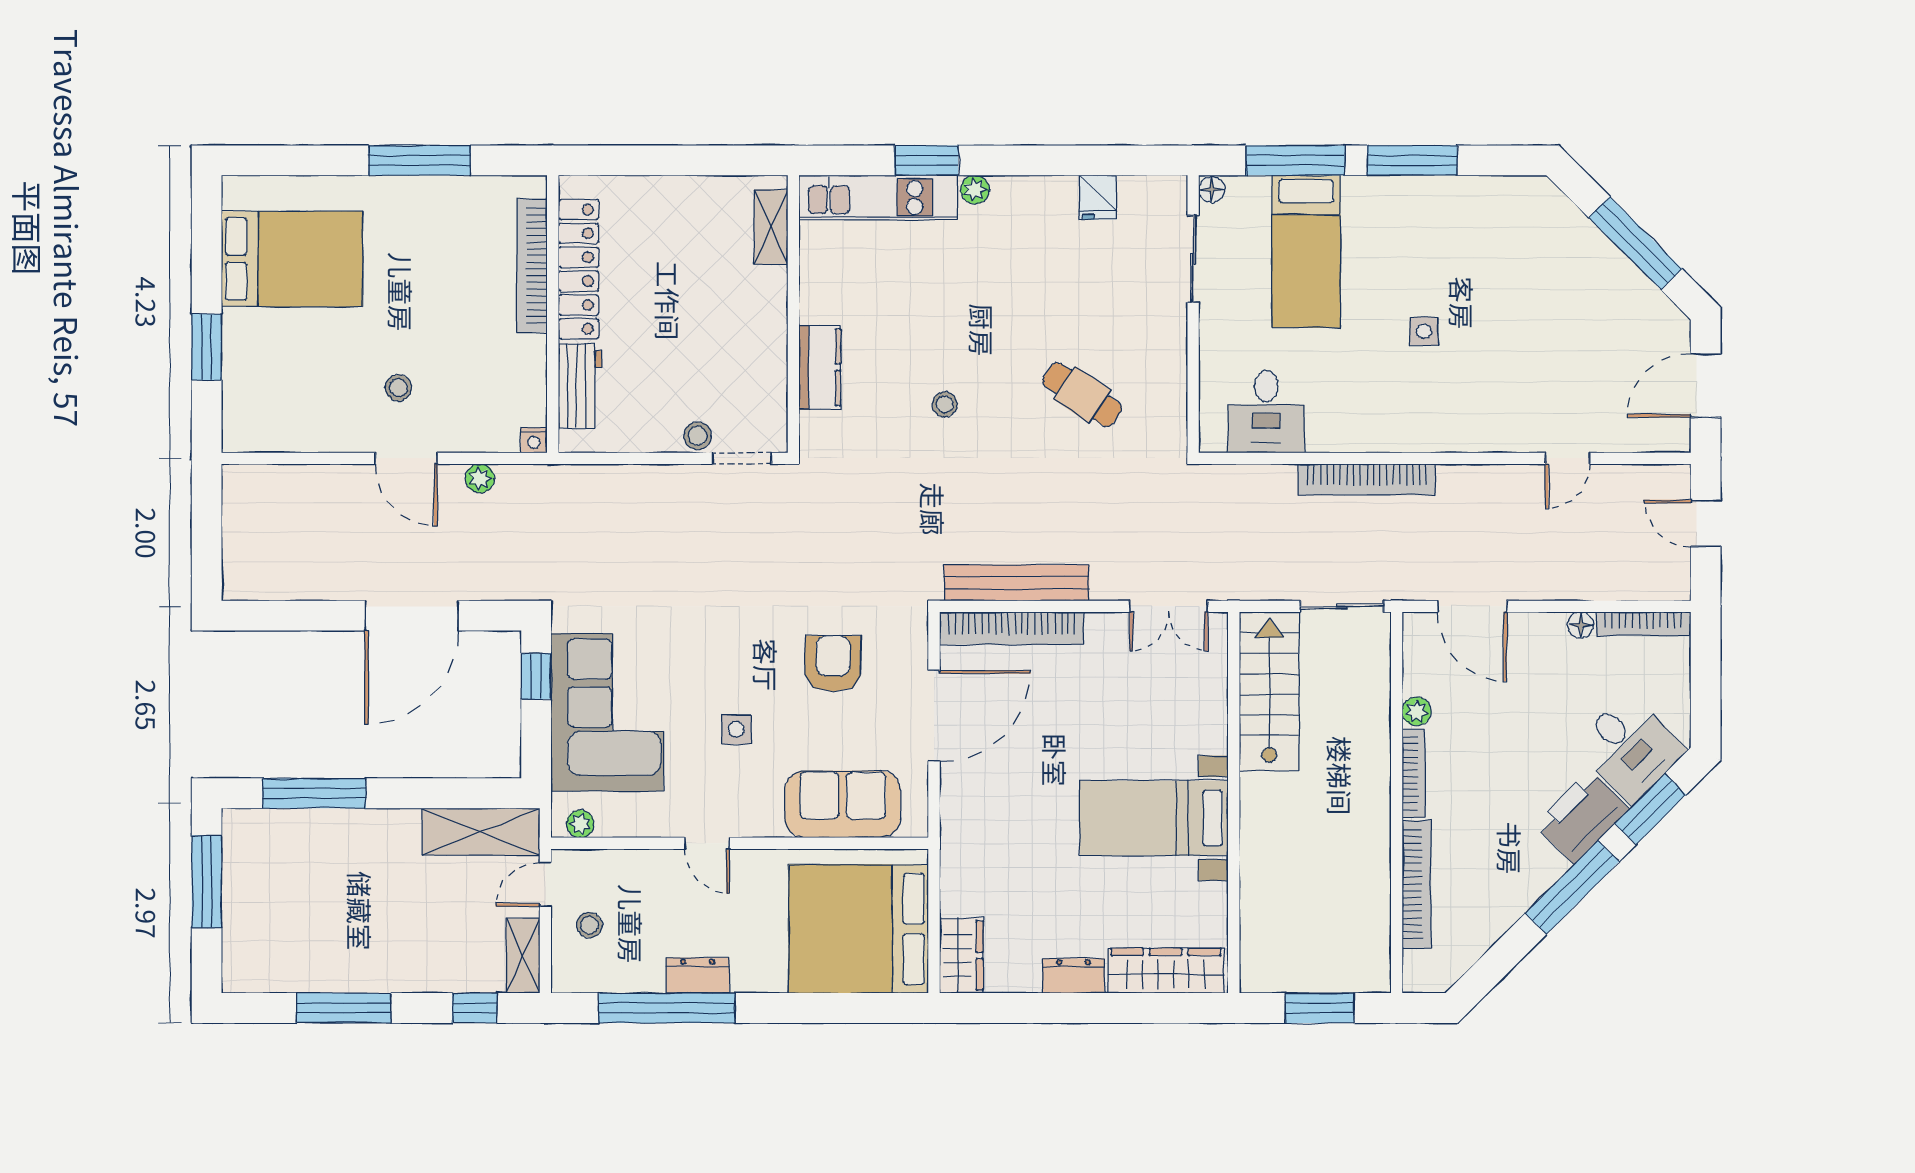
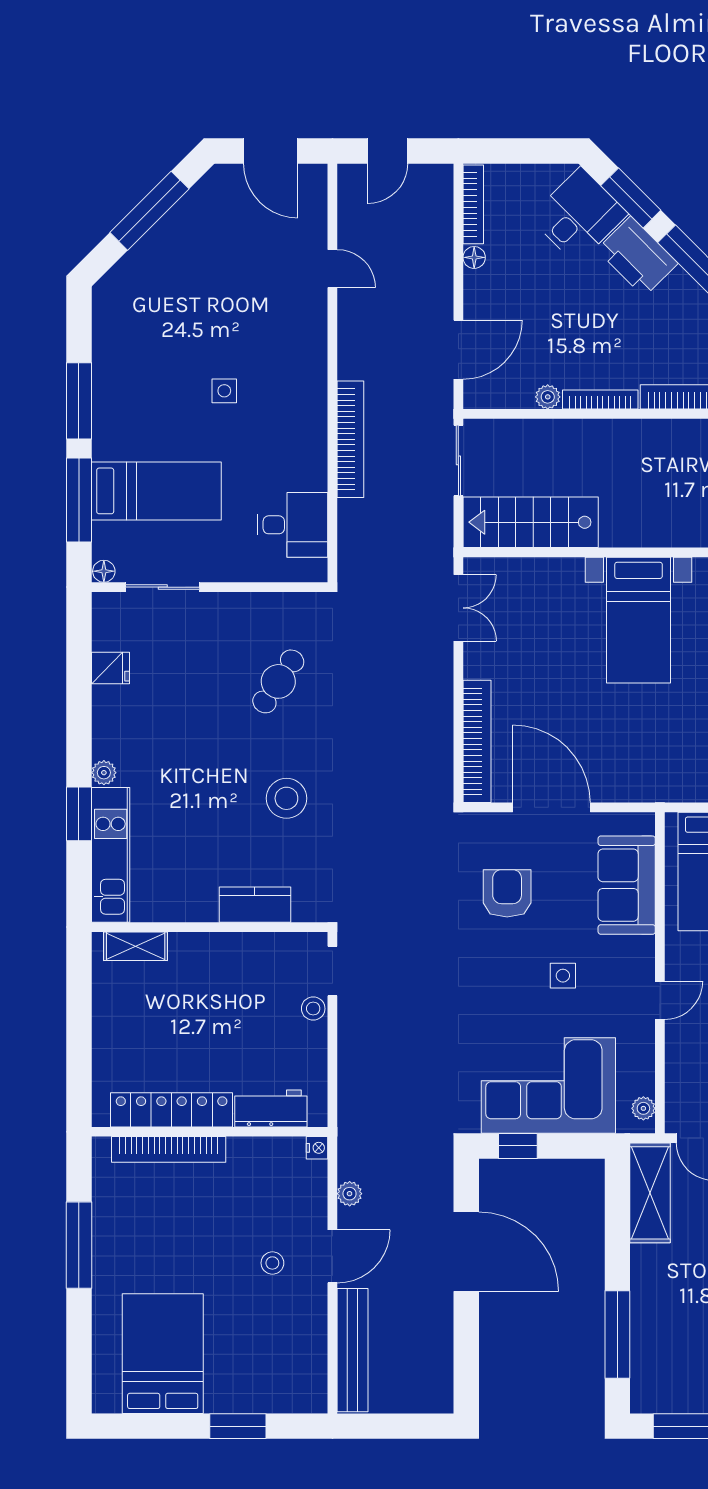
stool: (945, 404) -> (286, 798), width x1.89, depth x1.89
bench: (1017, 583) -> (353, 1350), moved
armchair: (833, 664) -> (507, 893), turned 90

